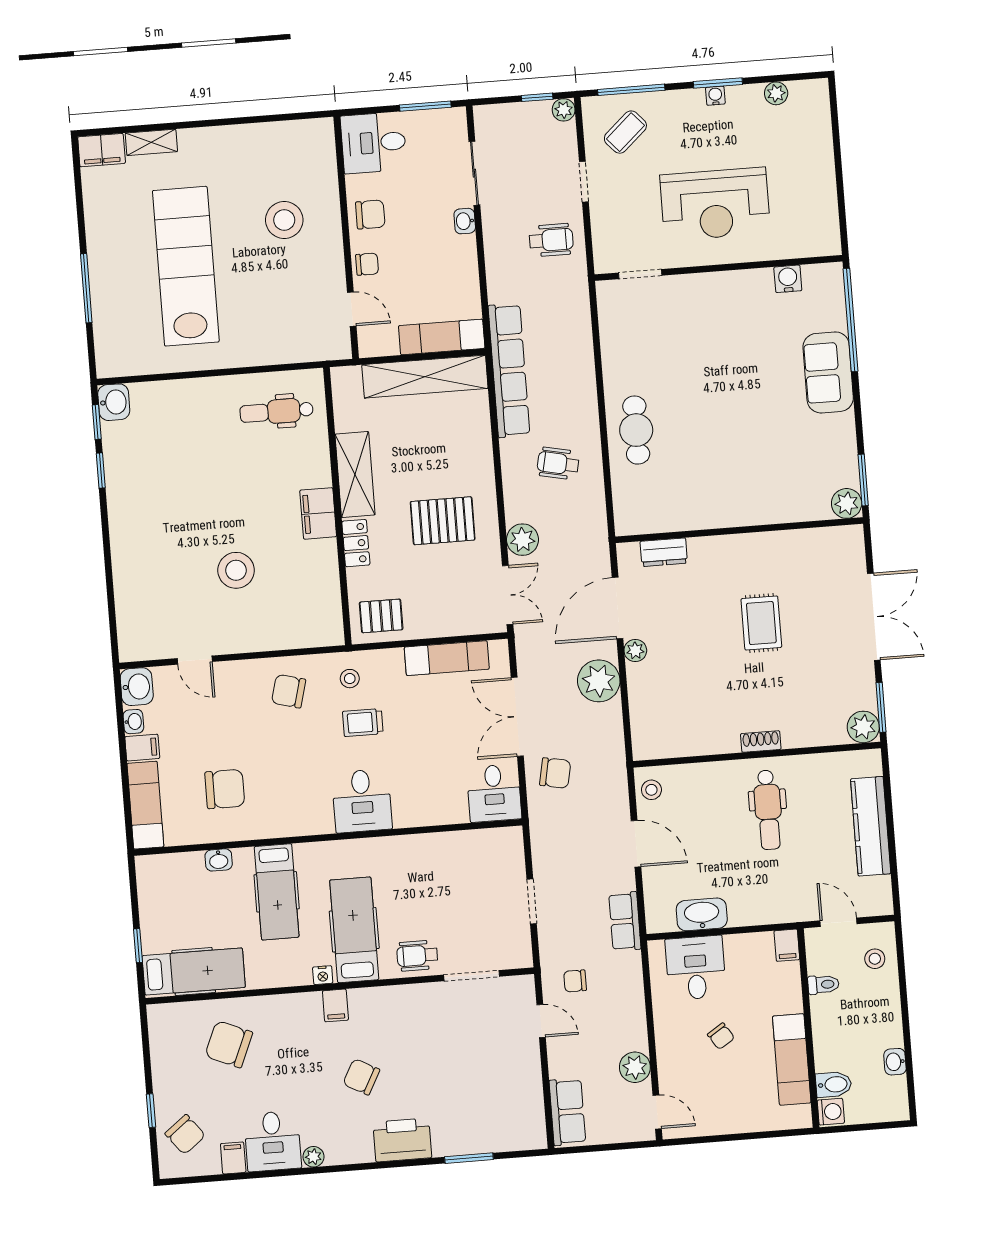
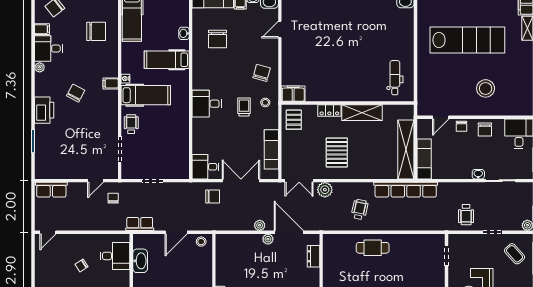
filing cabinet: (318, 513) -> (293, 94), moved
stool: (236, 570) -> (321, 52), removed
plant: (599, 681) -> (260, 225), width x0.53, depth x0.53
chair: (555, 773) -> (213, 197), turned -101
chair: (229, 1044) -> (96, 31), turned 67
plant: (635, 1067) -> (70, 223), removed

